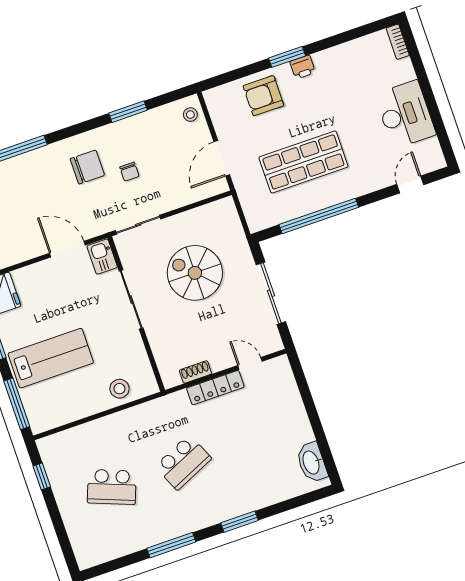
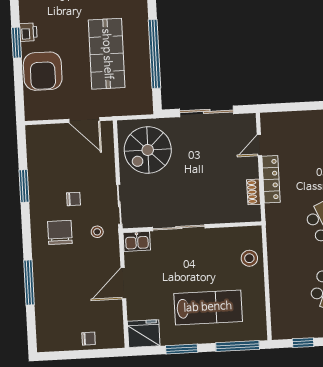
armchair: (263, 96) -> (43, 71), width x1.36, depth x1.36
stool: (190, 115) -> (97, 232), moved
door: (67, 249) -> (123, 283), moved
spiral stairs: (195, 273) -> (148, 150), moved
lab bench: (51, 358) -> (208, 307), turned 90

